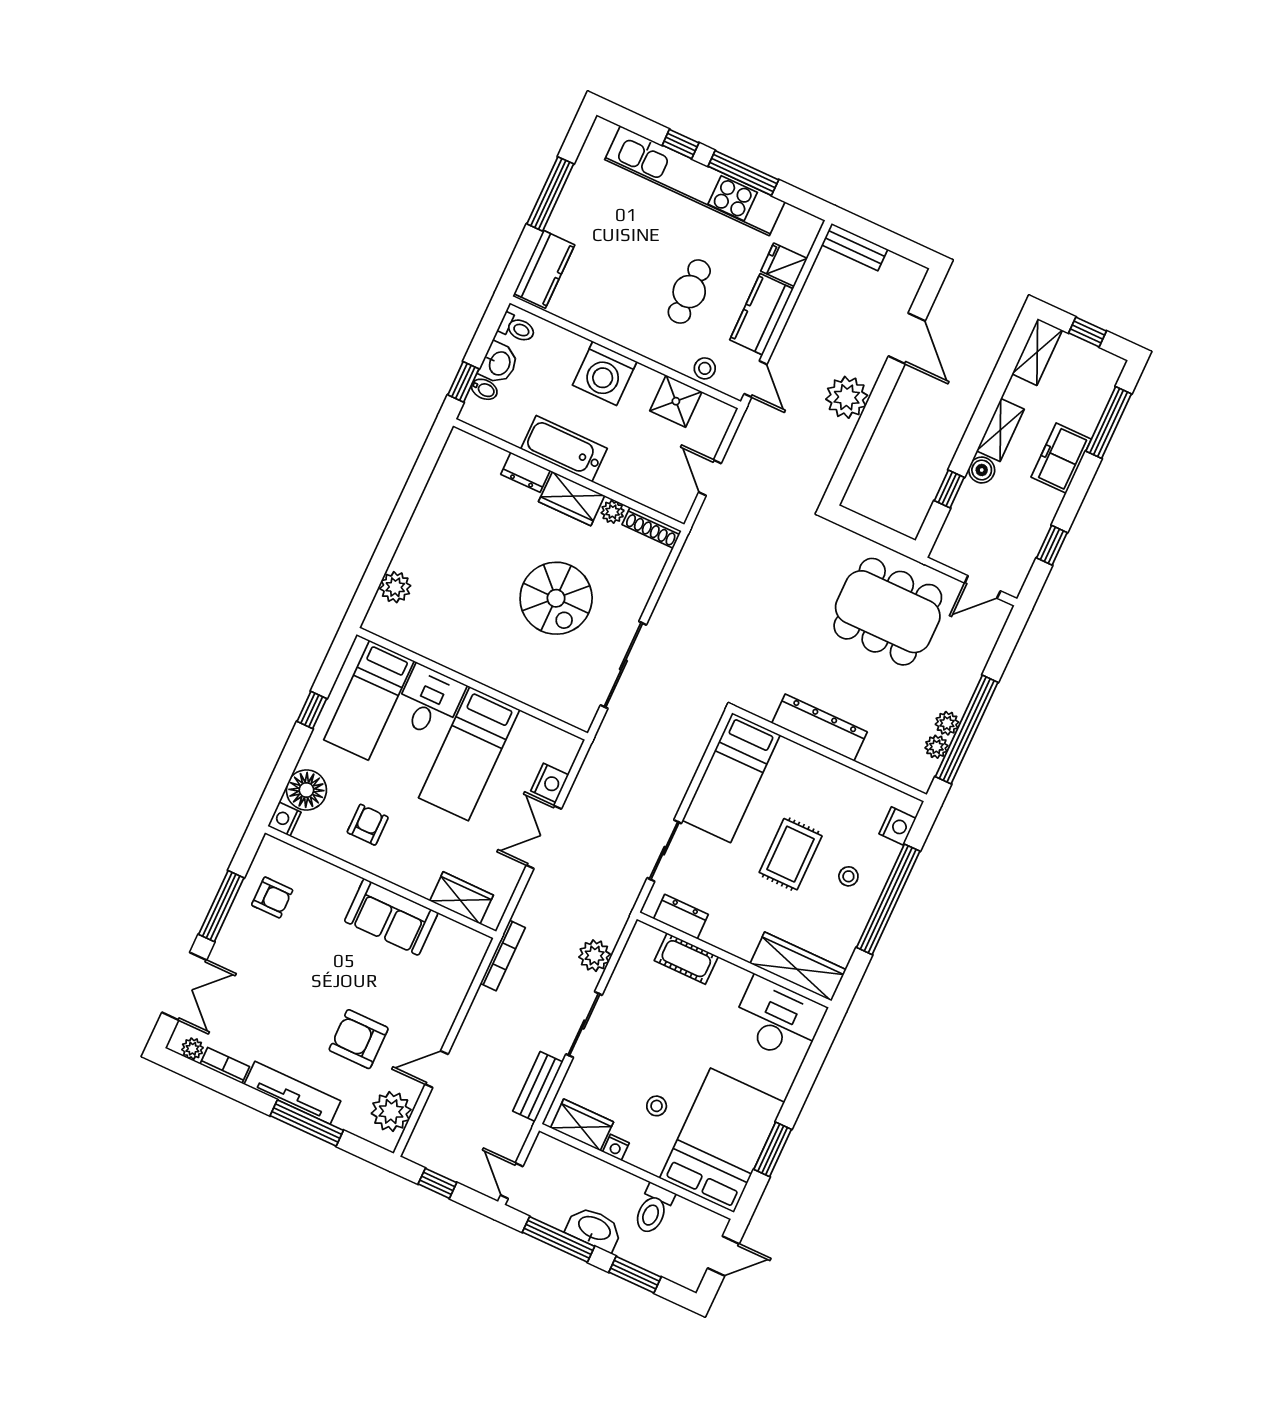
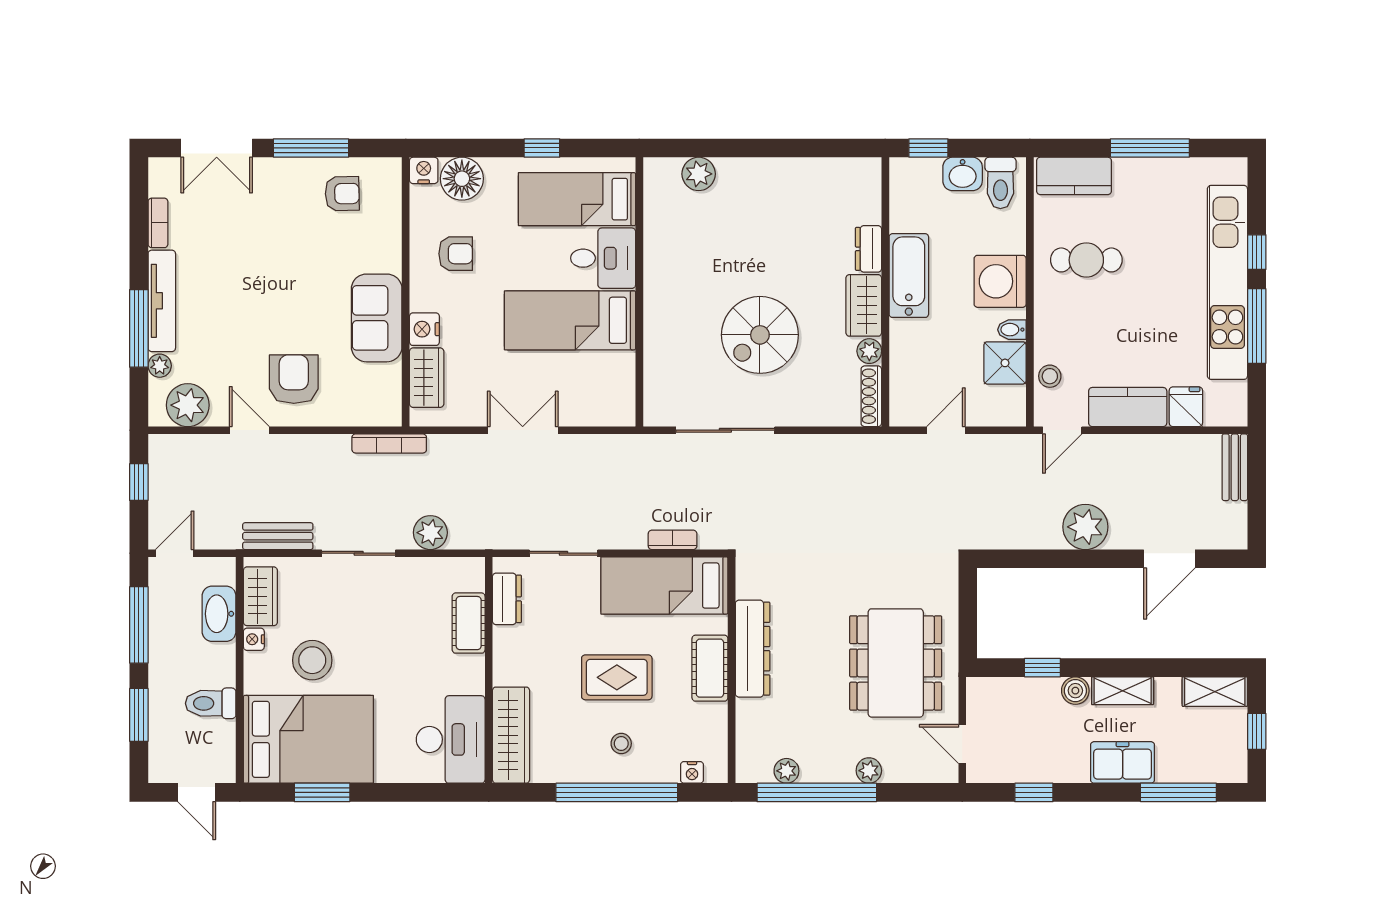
cafe table: (689, 292) -> (1086, 260), moved
toilet: (517, 328) -> (1000, 183), width x1.37, depth x1.39
bidet: (484, 389) -> (1012, 330), moved, turned 90
plant: (947, 723) -> (869, 771), moved
bookcase: (696, 753) -> (673, 540), added
cot: (819, 771) -> (710, 668), added
nightstand: (550, 783) -> (424, 329), moved, turned 90
nightstand: (897, 826) -> (692, 772), width x0.72, depth x0.74
armchair: (272, 897) -> (342, 194), turned -91
armchair: (359, 1039) -> (294, 379), moved
plant: (192, 1049) -> (160, 366), moved
stool: (657, 1106) -> (312, 660), width x1.89, depth x1.89
washbasin: (594, 1229) -> (219, 614), moved, turned 180

